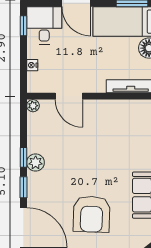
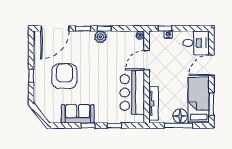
window: (23, 26) -> (165, 28), moved
bar counter: (115, 117) -> (132, 92), added
armchair: (92, 214) -> (64, 76), turned 88

